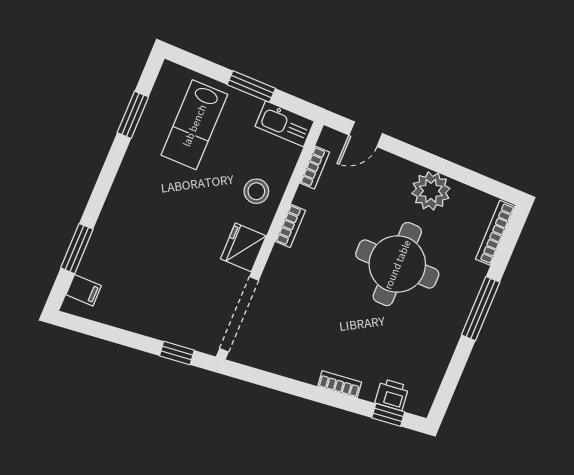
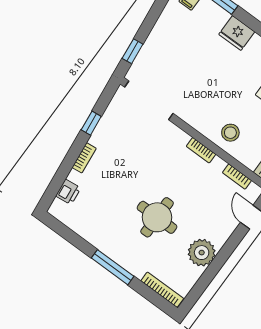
fridge: (243, 247) -> (237, 33), moved, turned 180
round table: (397, 264) -> (157, 217), width x0.73, depth x0.73
window: (388, 415) -> (91, 123), moved

